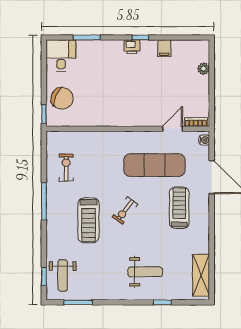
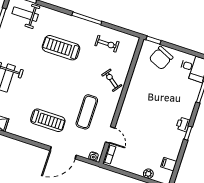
filing cabinet: (164, 48) -> (169, 164), moved
exercise mat: (154, 165) -> (87, 112), width x0.73, depth x0.69
exercise bike: (125, 211) -> (112, 80), moved

